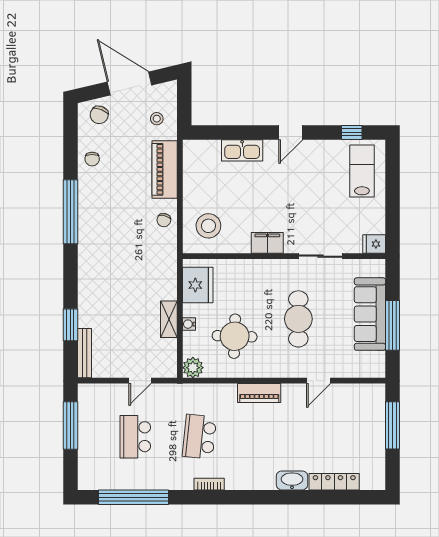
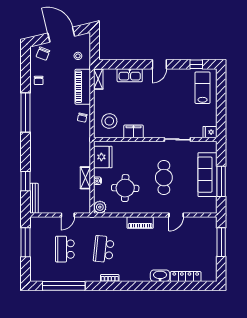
shelving: (190, 157) -> (98, 79), added
filing cabinet: (267, 243) -> (134, 131), moved

